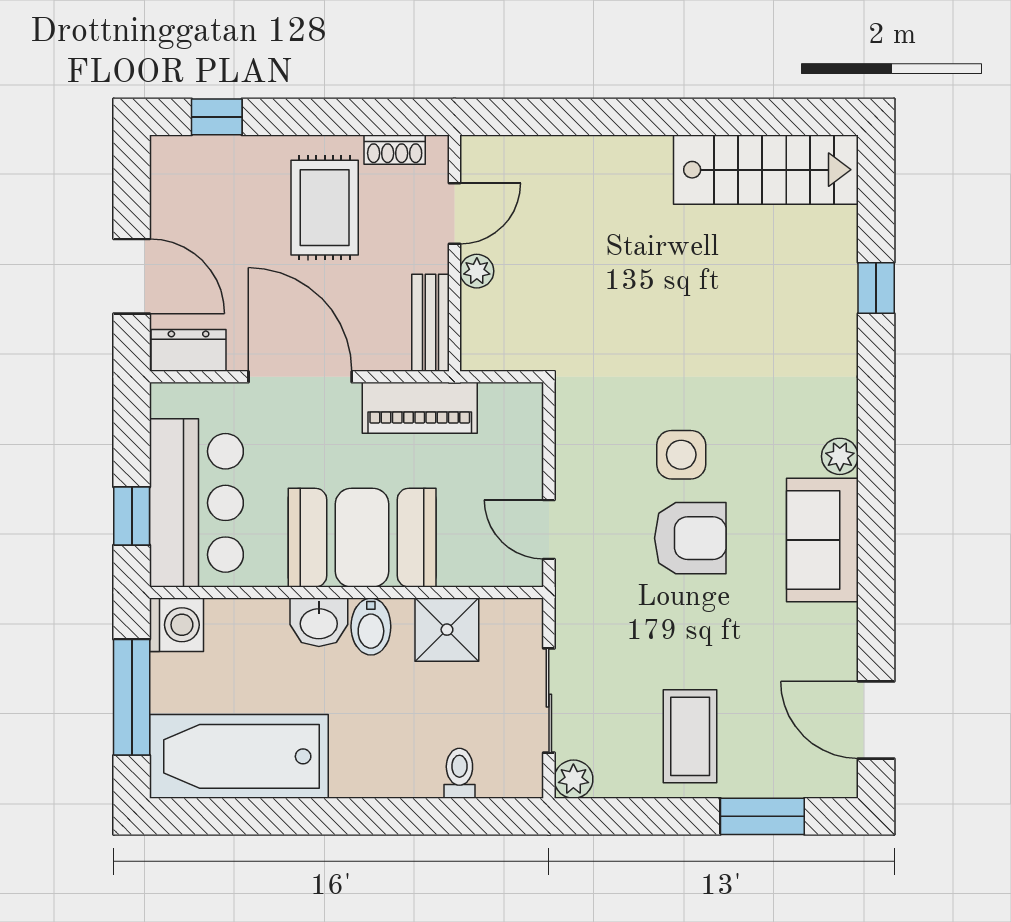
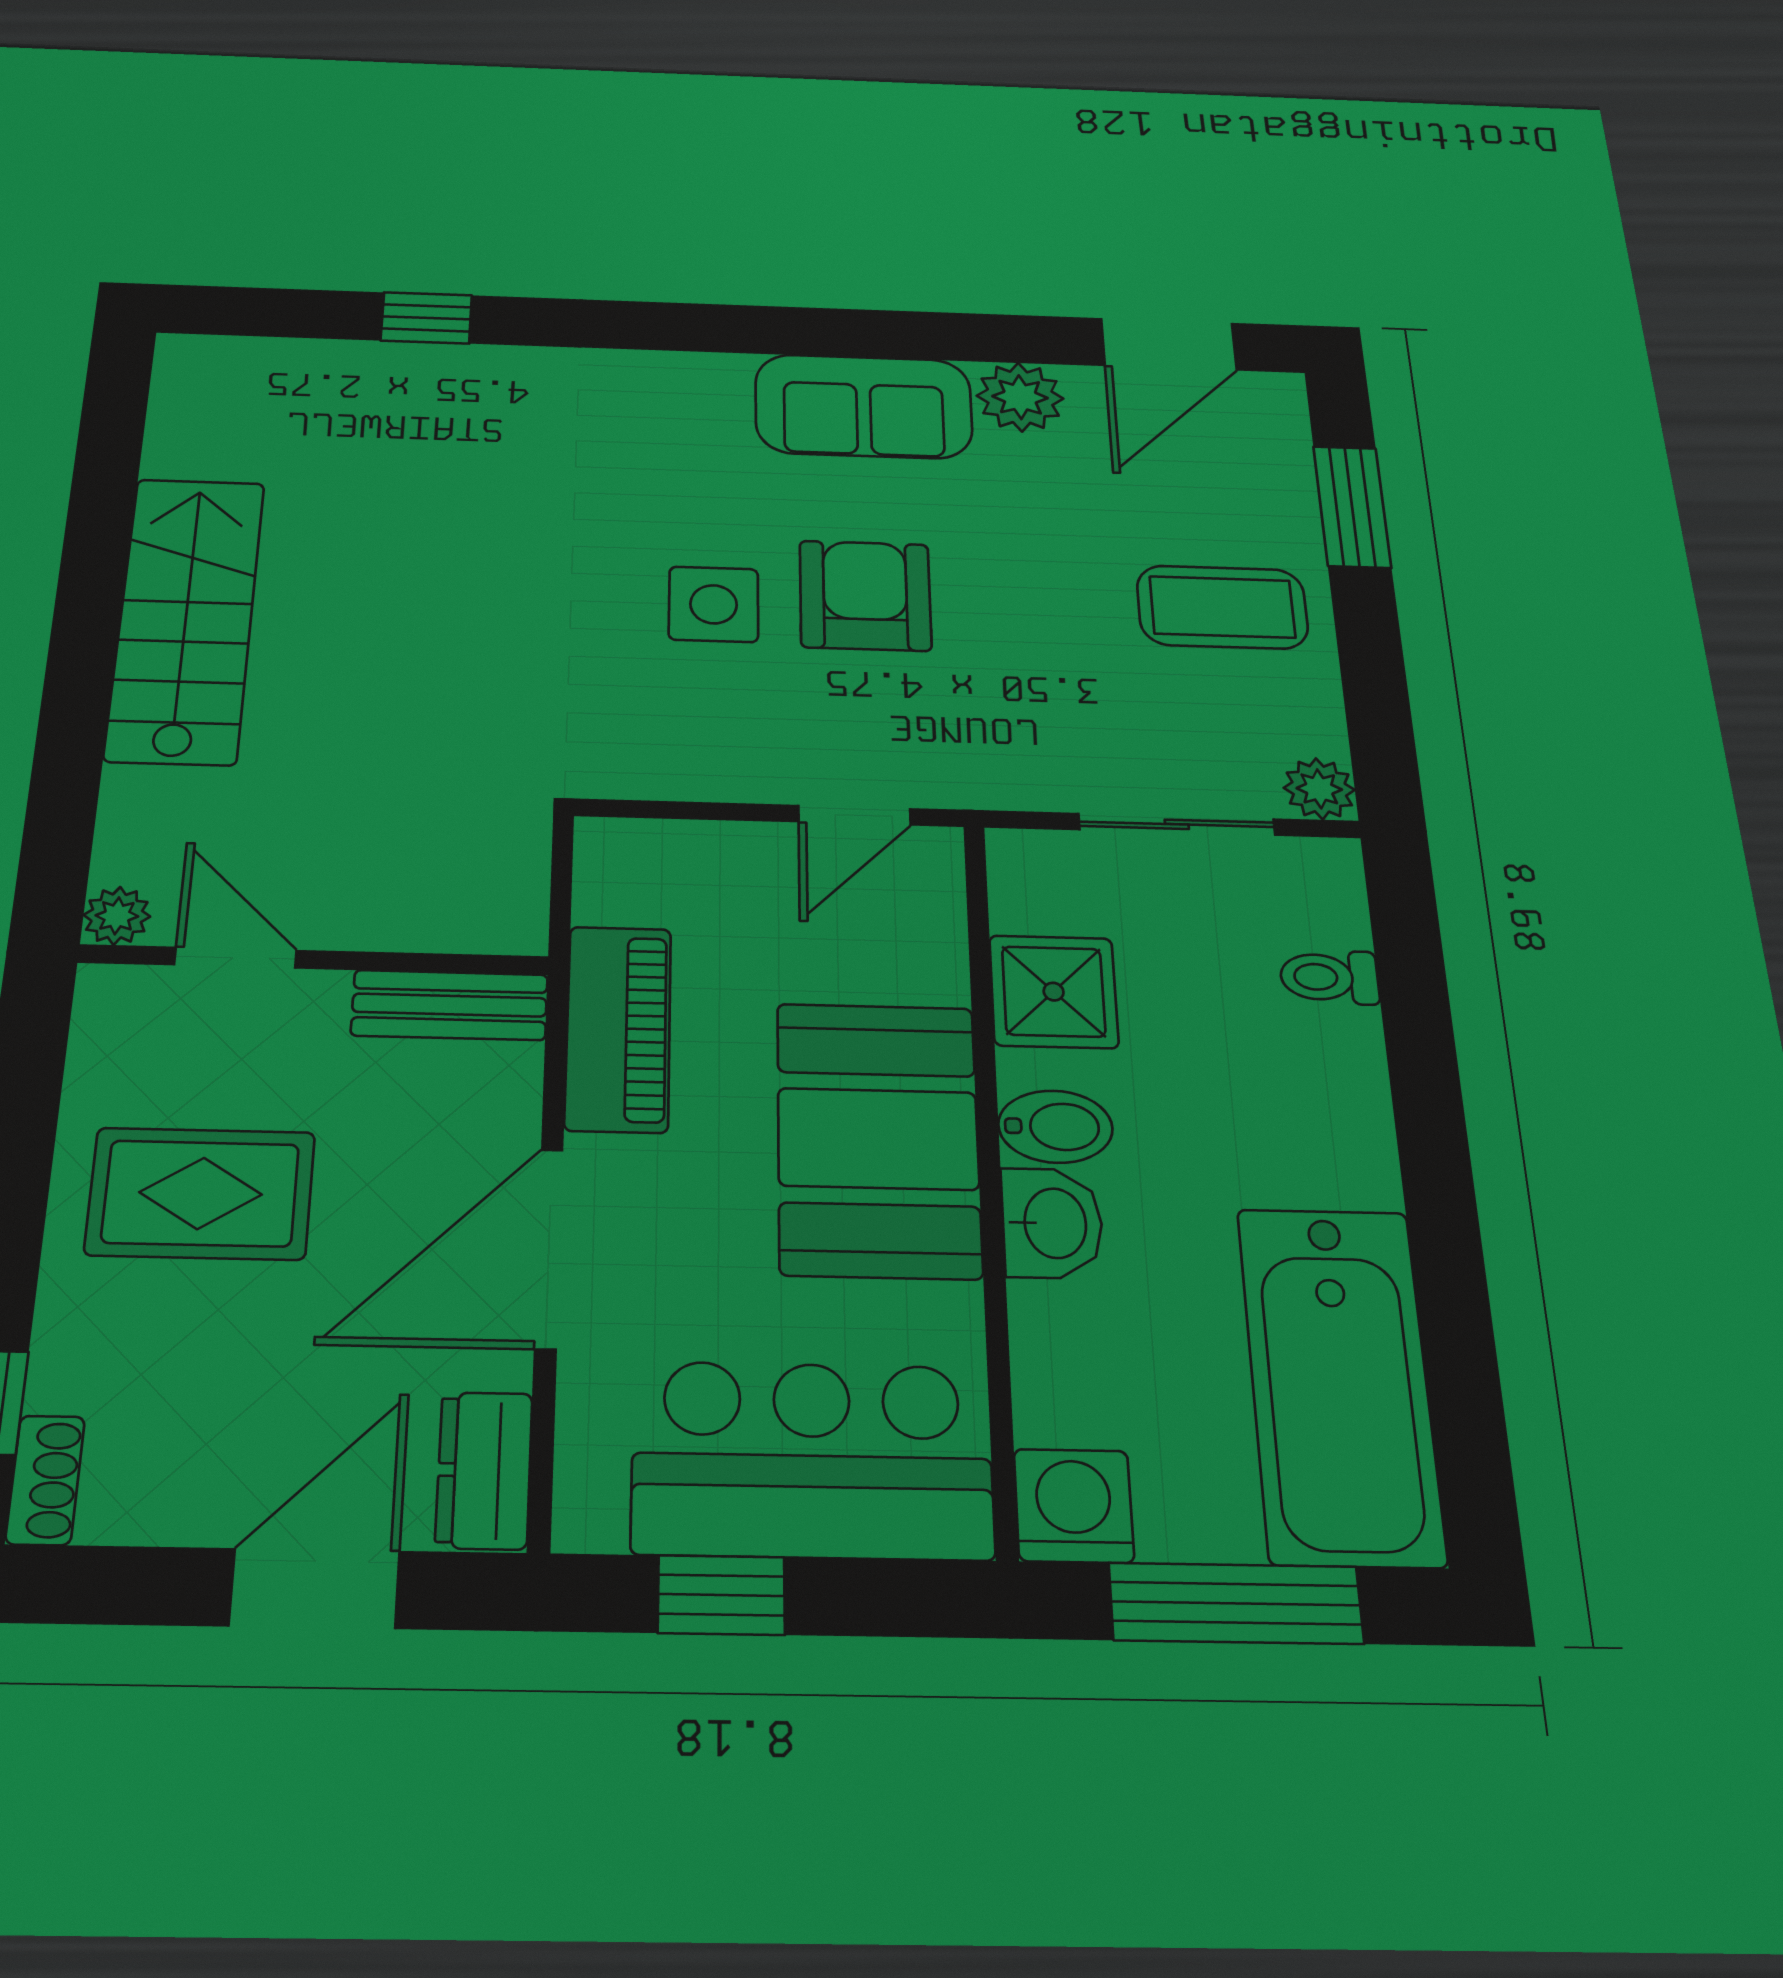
shoe rack: (395, 150) -> (45, 1480), moved
stairs: (766, 170) -> (186, 619), moved
plant: (477, 271) -> (117, 916), moved
plant: (840, 456) -> (1020, 397), moved, width x1.38, depth x1.38
window: (132, 516) -> (721, 1595), moved

